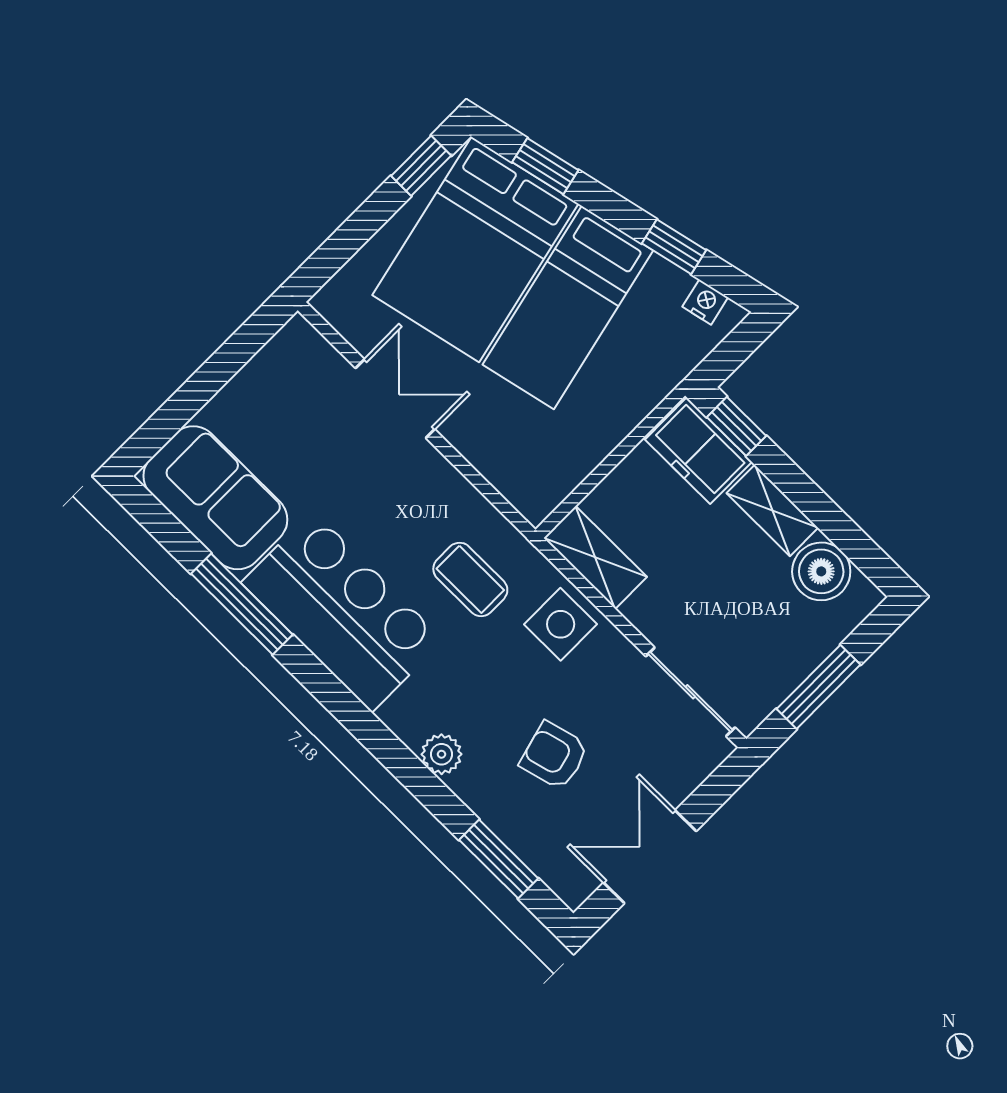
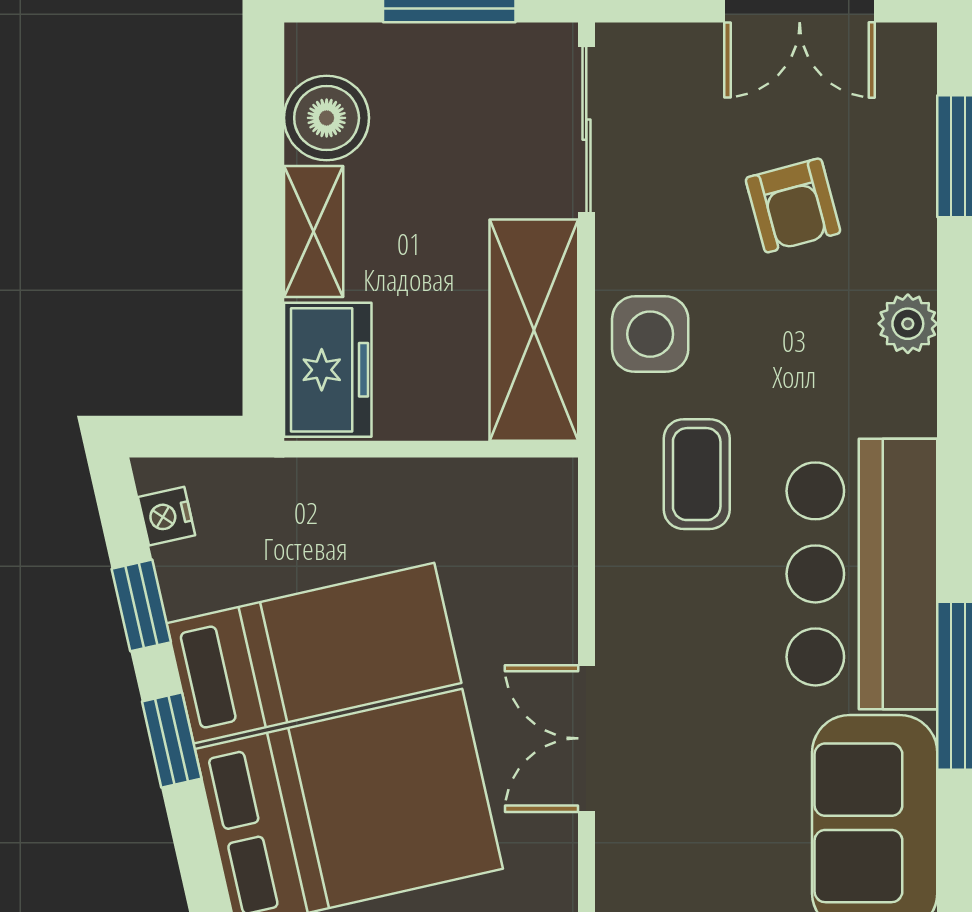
window: (545, 166) -> (172, 740), moved
window: (737, 426) -> (263, 355), removed
shelving: (595, 557) -> (534, 330), width x1.50, depth x1.33

